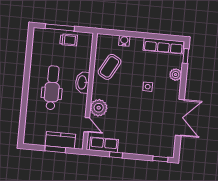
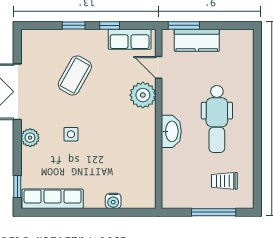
trolley: (69, 40) -> (224, 181), moved
coffee table: (110, 67) -> (75, 75), moved
plant: (176, 75) -> (30, 138), moved
window: (55, 149) -> (184, 25), moved
window: (160, 159) -> (74, 25), moved

